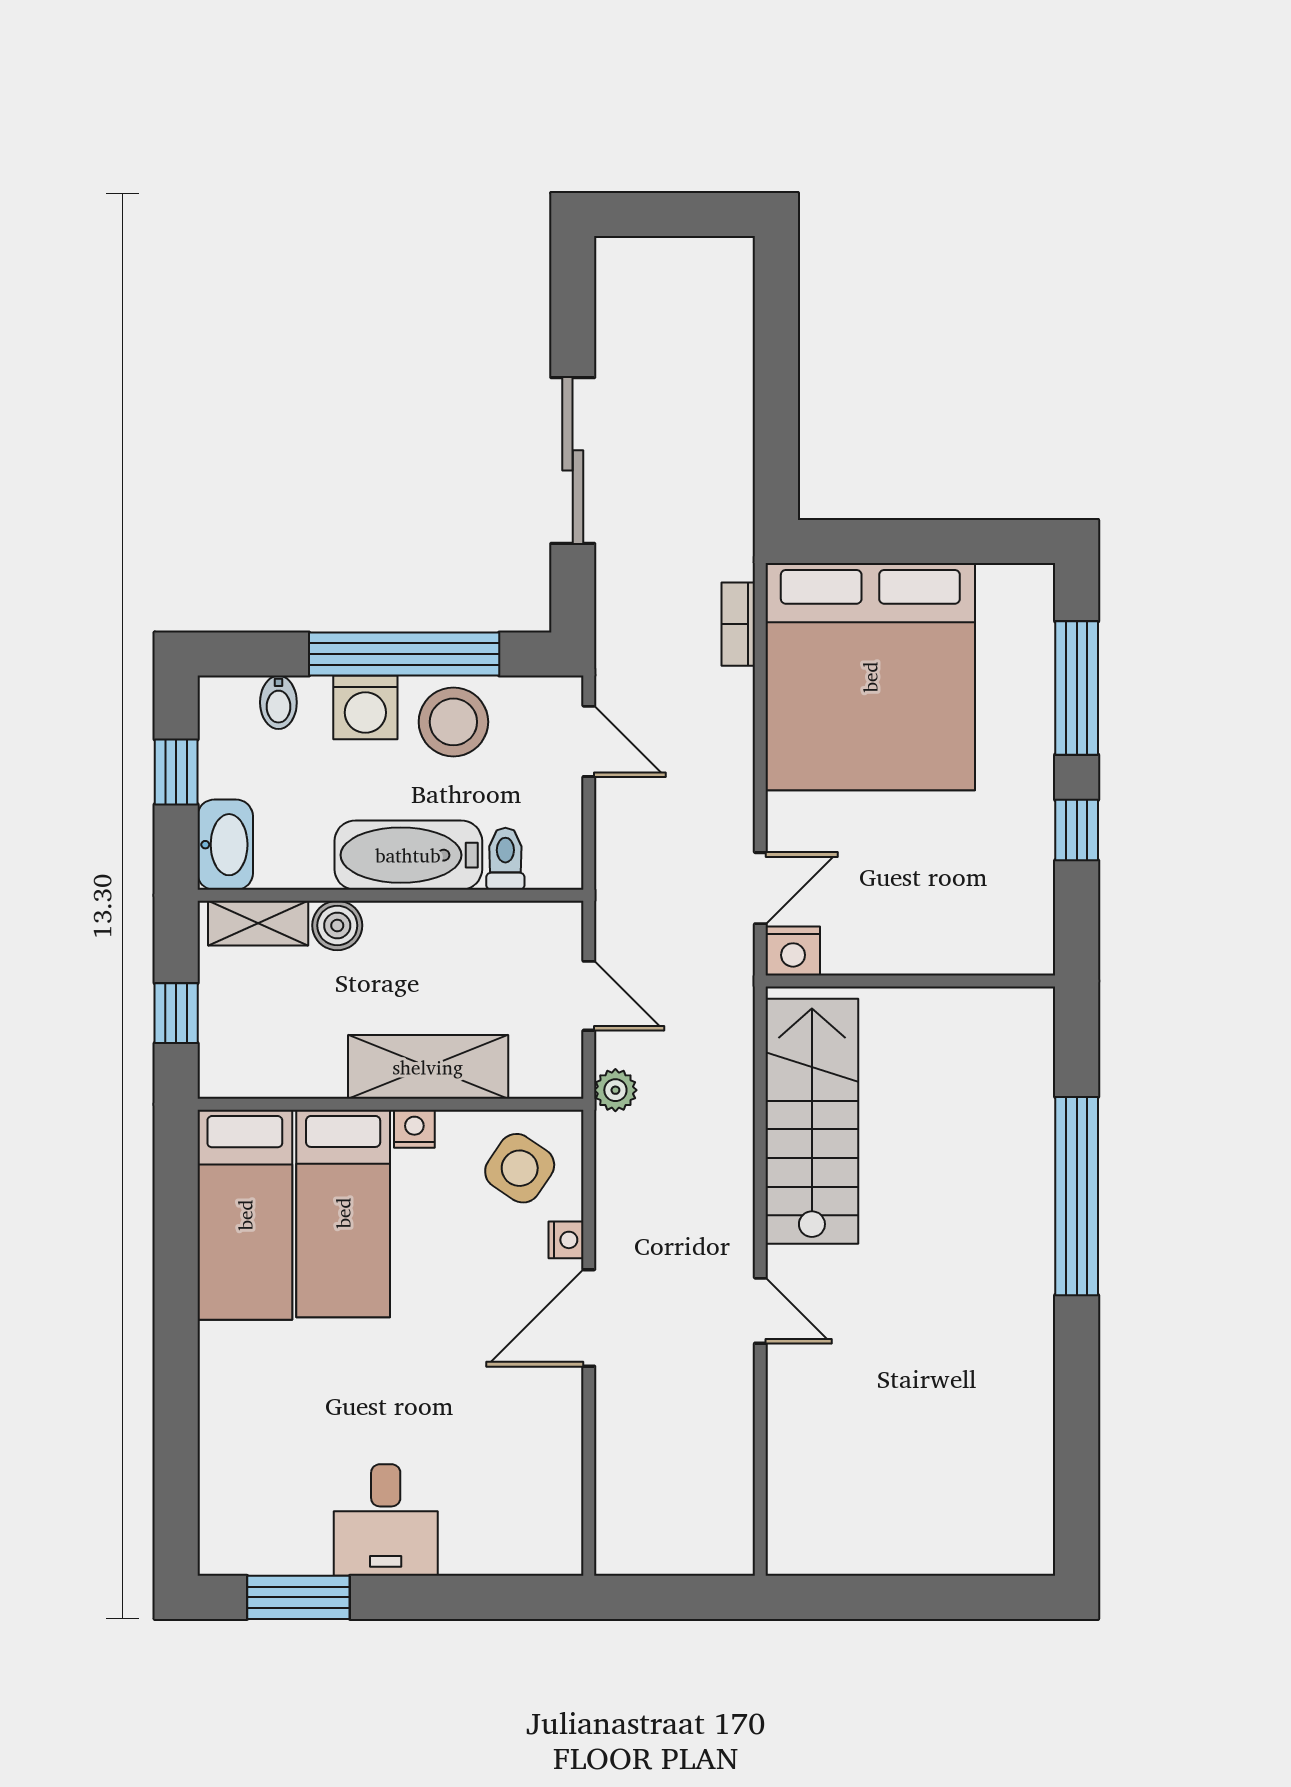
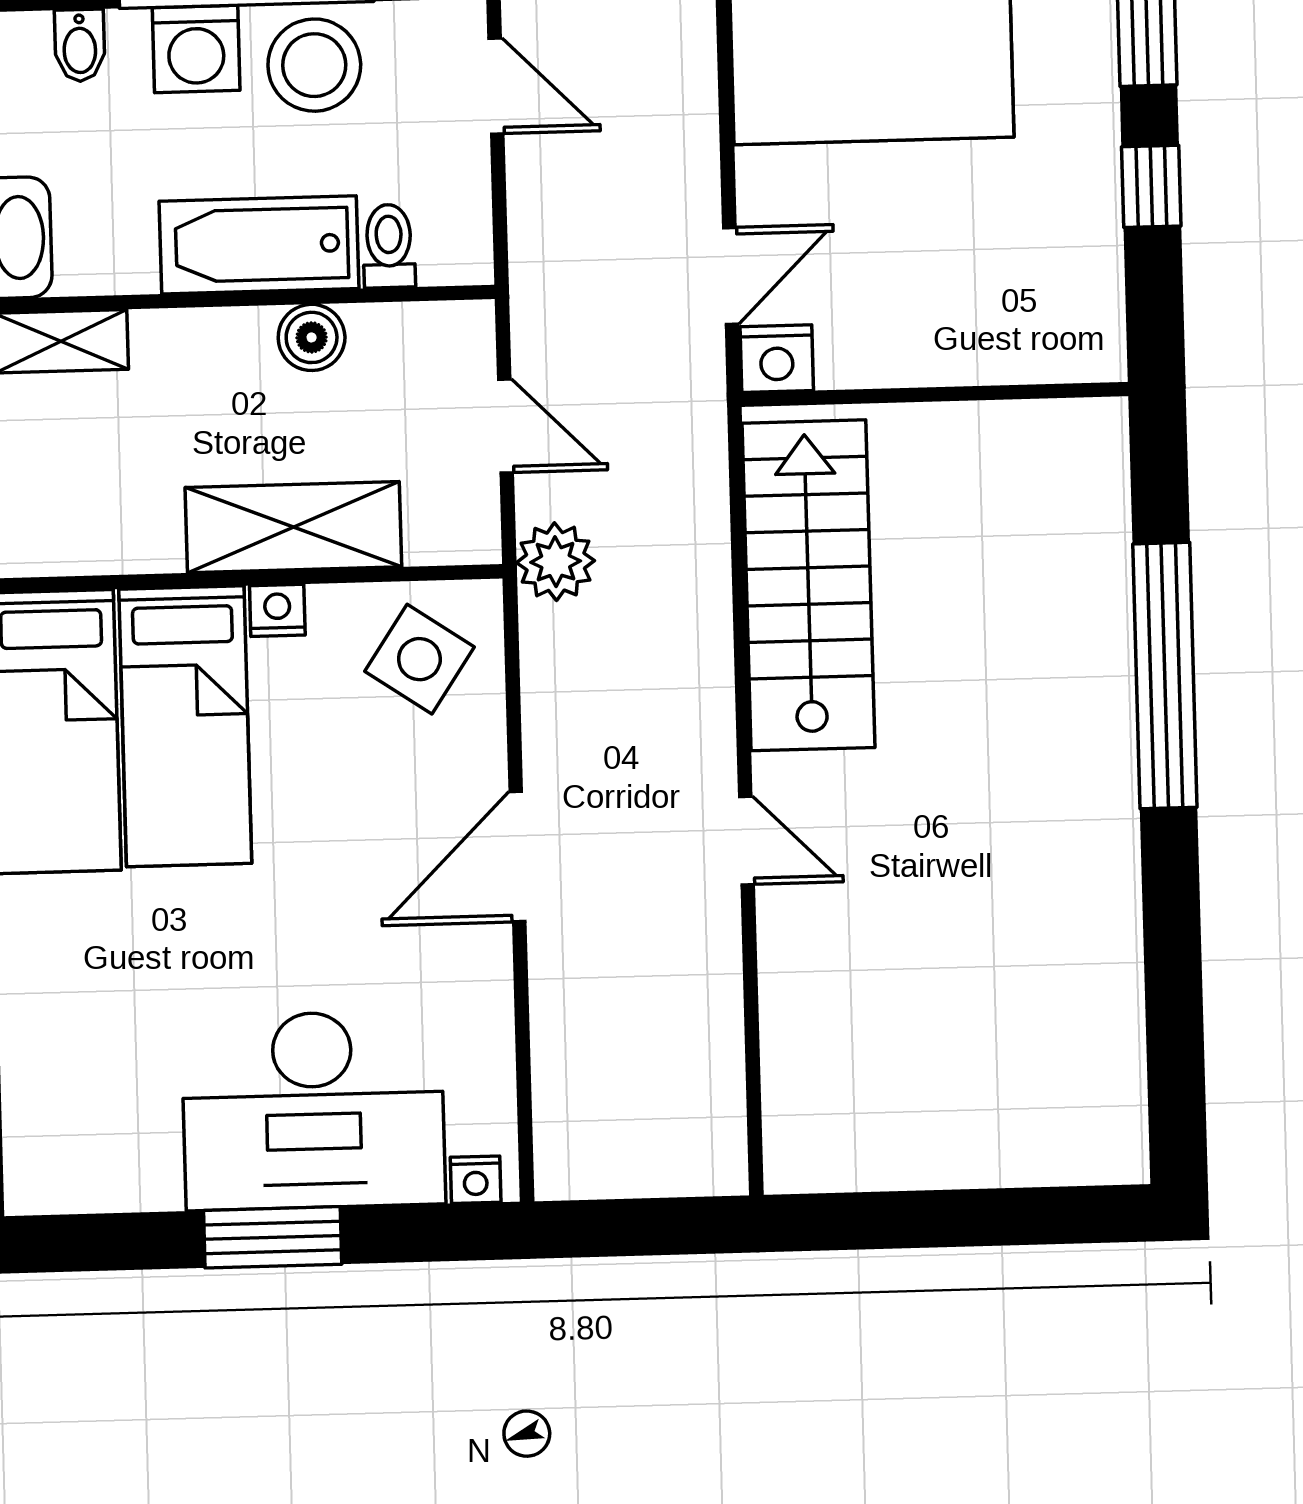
boiler: (337, 925) -> (312, 337), moved
plant: (615, 1090) -> (556, 562), width x1.38, depth x1.38
nightstand: (566, 1240) -> (476, 1180), moved, turned 90
desk: (386, 1520) -> (313, 1110), width x1.87, depth x1.30
window: (298, 1597) -> (273, 1237), moved

